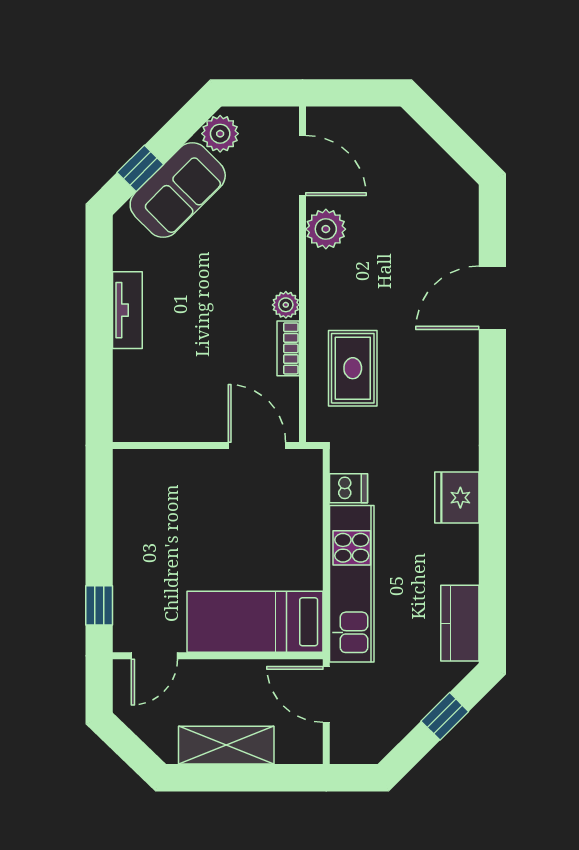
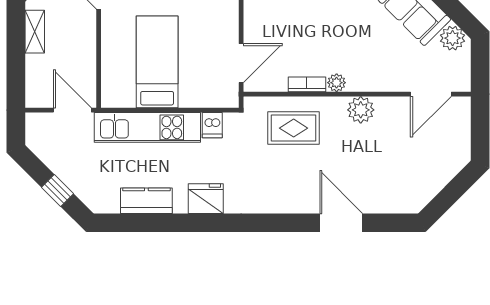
plant: (326, 229) -> (361, 110), moved
bed: (255, 622) -> (157, 62), moved
kitchen counter: (460, 623) -> (146, 201), moved
door: (326, 694) -> (72, 110), hinge flipped
shelving: (226, 745) -> (35, 32), width x0.67, depth x0.75

